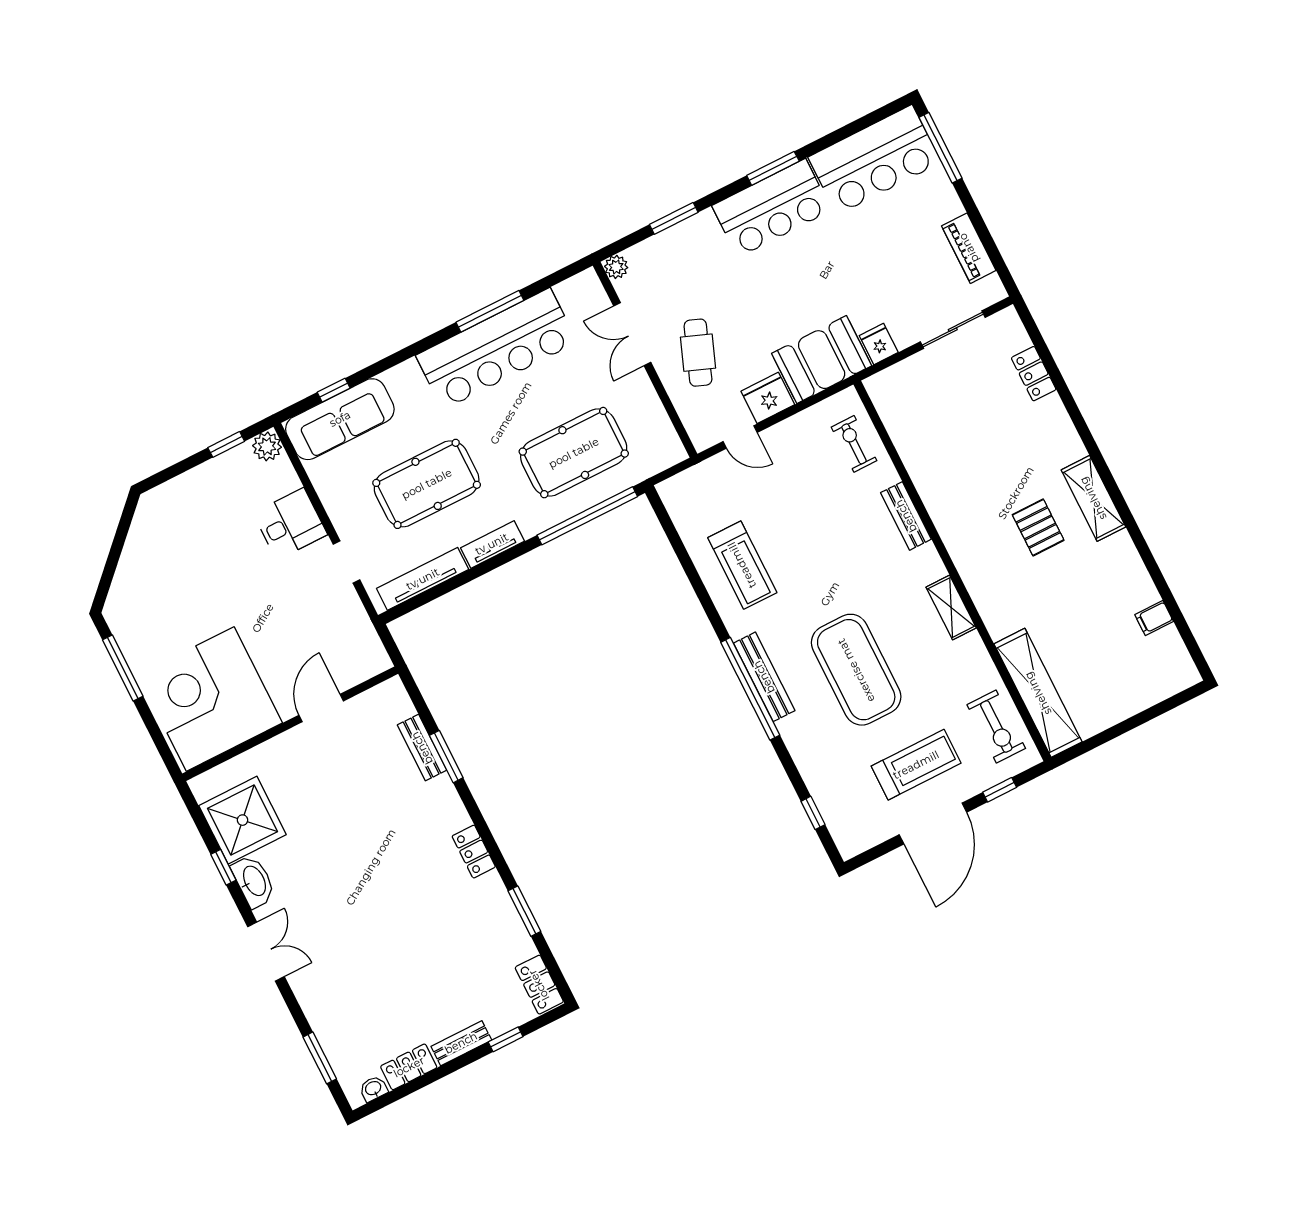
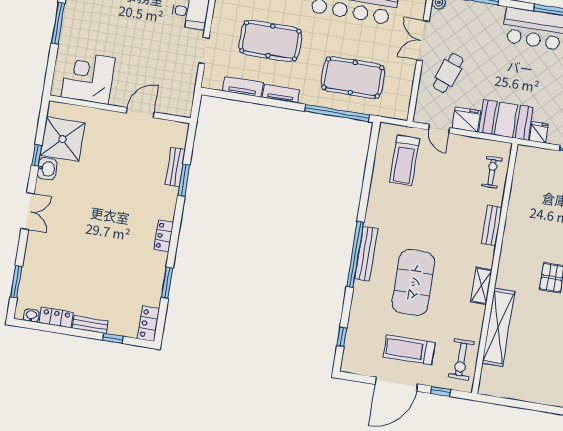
treadmill: (742, 565) -> (405, 160), moved
tv unit: (423, 579) -> (243, 87), width x0.71
shelving: (1038, 693) -> (498, 327), moved
corner desk: (210, 699) -> (88, 77), width x0.74, depth x0.74
treadmill: (916, 765) -> (409, 350), turned 180
washbasin: (254, 881) -> (47, 169), width x0.72

